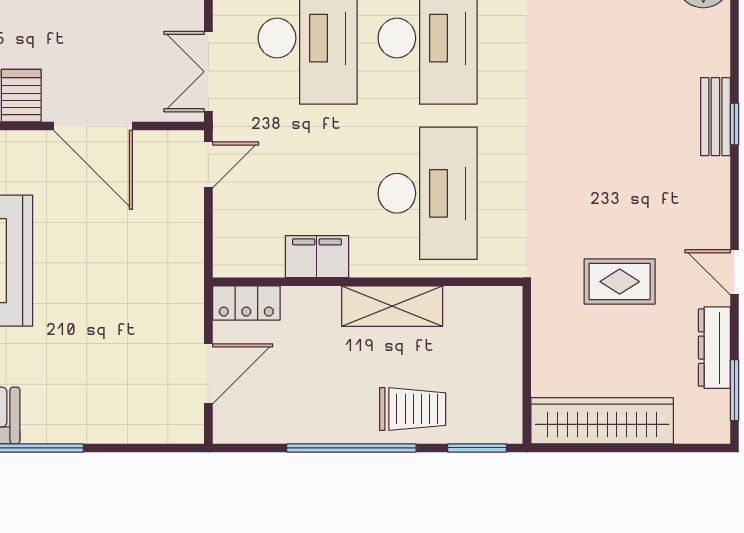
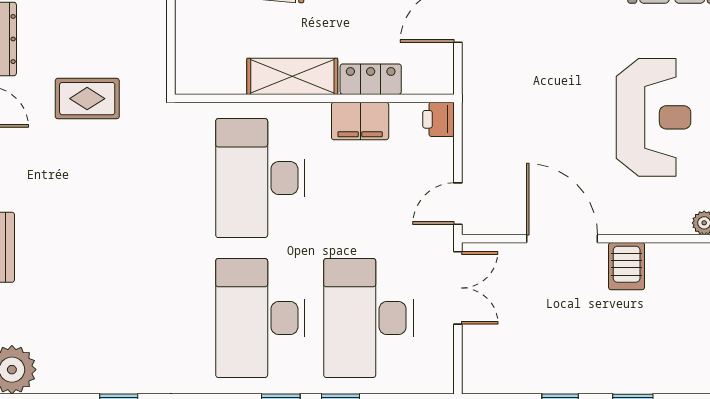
printer: (230, 259) -> (438, 119), added
locker: (246, 303) -> (371, 79), moved

